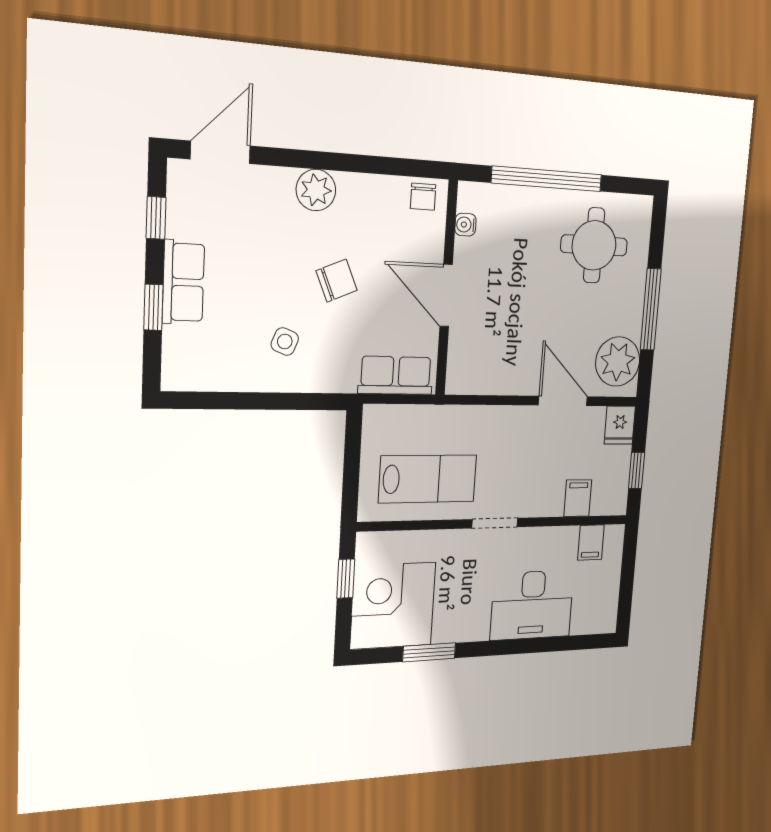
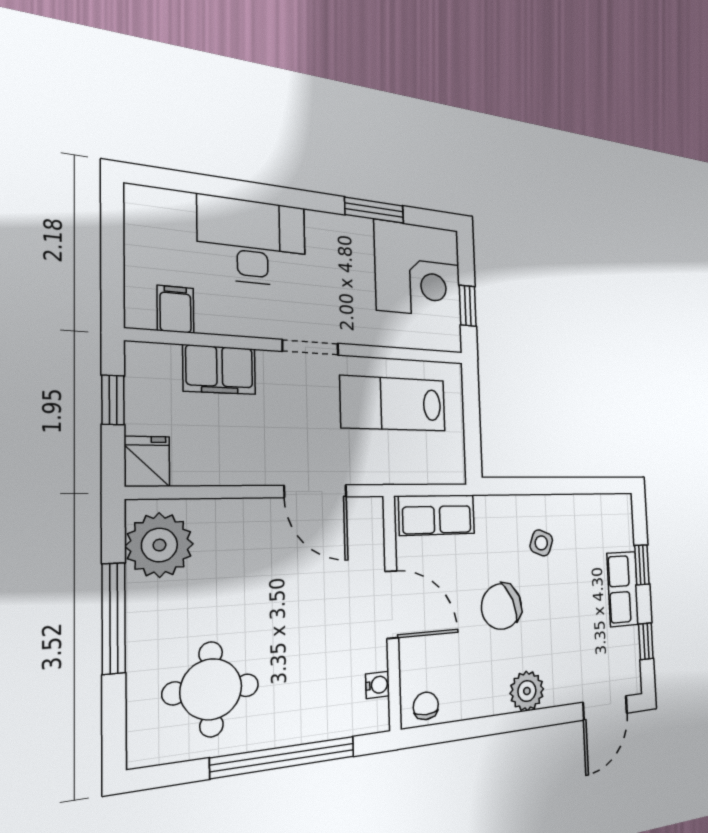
chair: (337, 281) -> (501, 606), width x1.37, depth x1.37
door: (563, 401) -> (316, 491), moved
filing cabinet: (578, 498) -> (220, 370), width x2.00

